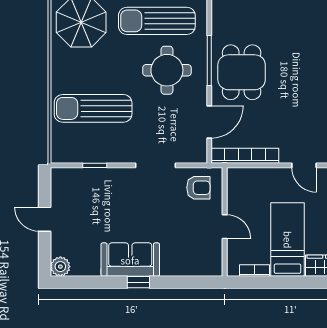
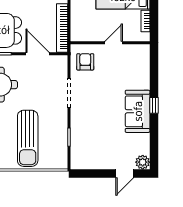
door: (45, 219) -> (125, 173), moved

